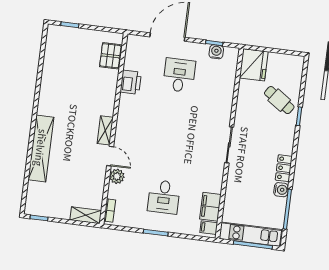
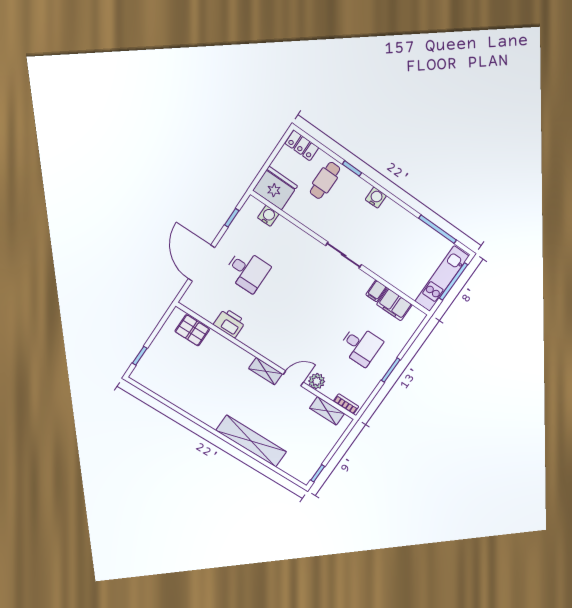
water cooler: (216, 52) -> (268, 216), moved, turned 90
desk: (179, 75) -> (247, 271), turned 180
cafe table: (279, 100) -> (325, 180), turned -34
locker: (284, 168) -> (302, 145), moved
water cooler: (281, 190) -> (376, 198), moved
shelving: (86, 215) -> (327, 411), moved, turned 90
filing cabinet: (209, 228) -> (376, 291), moved

